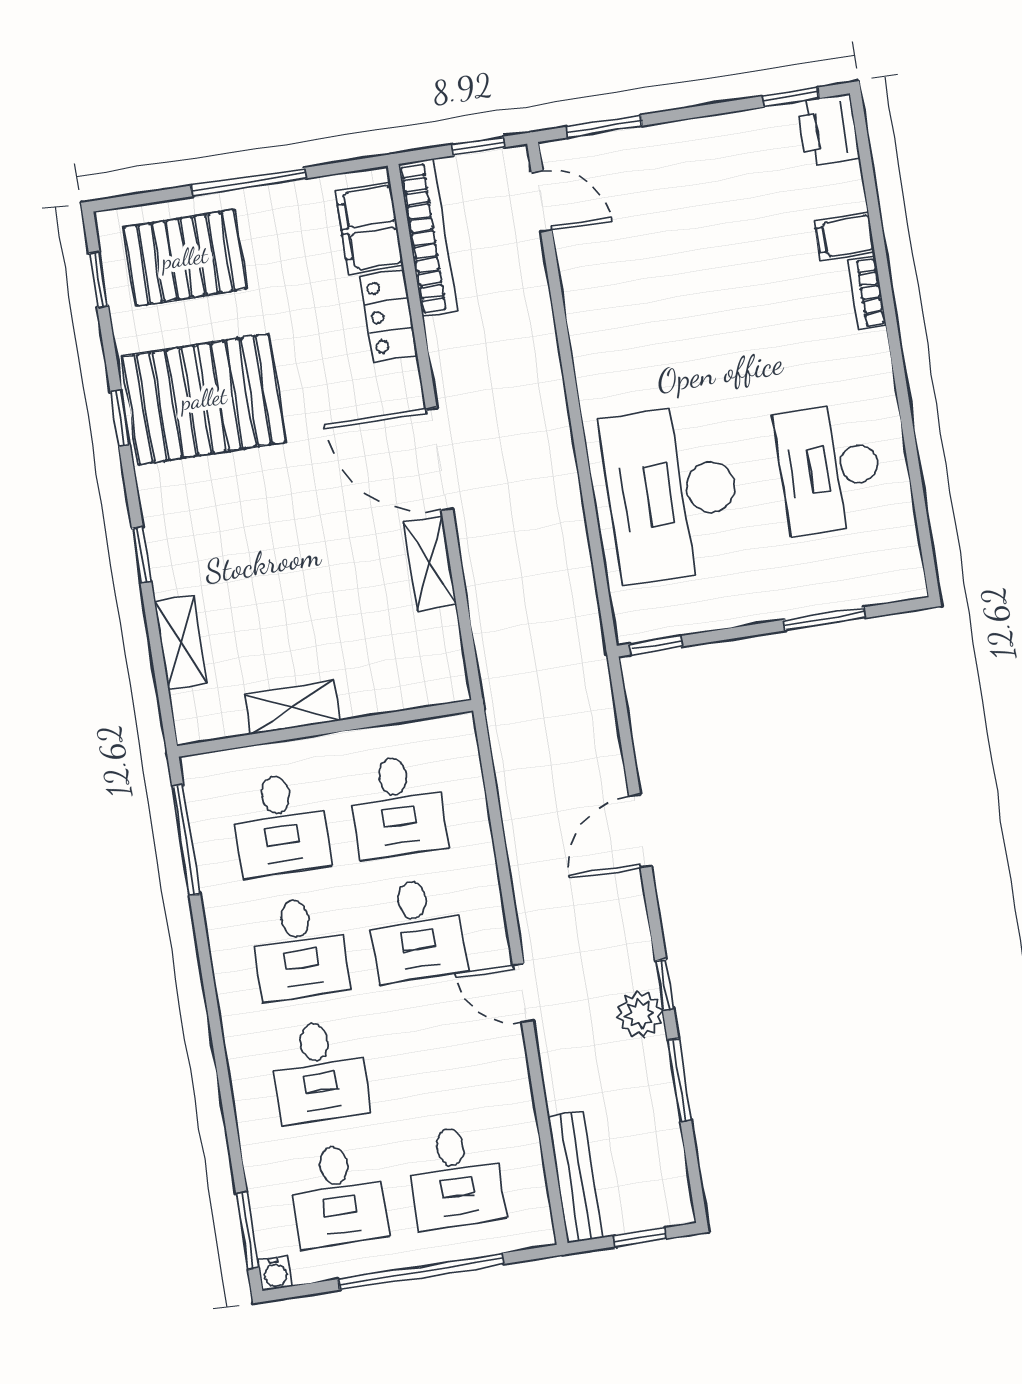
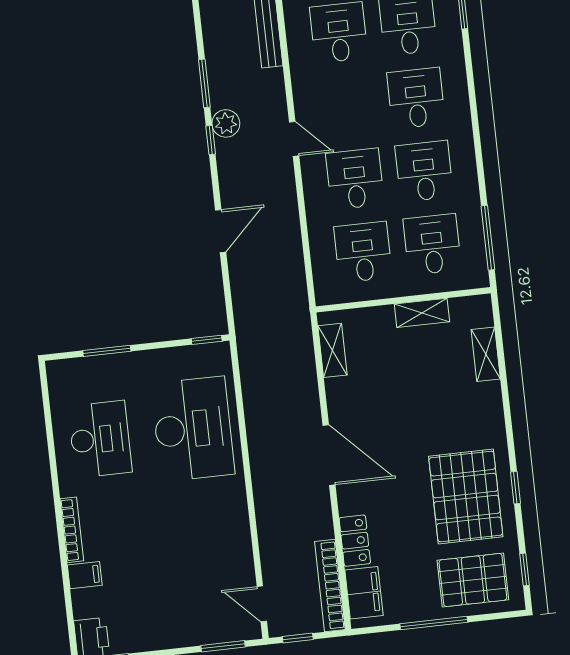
bookcase: (867, 293) -> (72, 530), width x1.56
pallet: (204, 399) -> (466, 497), turned 90
window: (142, 555) -> (507, 407), removed
shelving: (430, 563) -> (332, 350), moved

